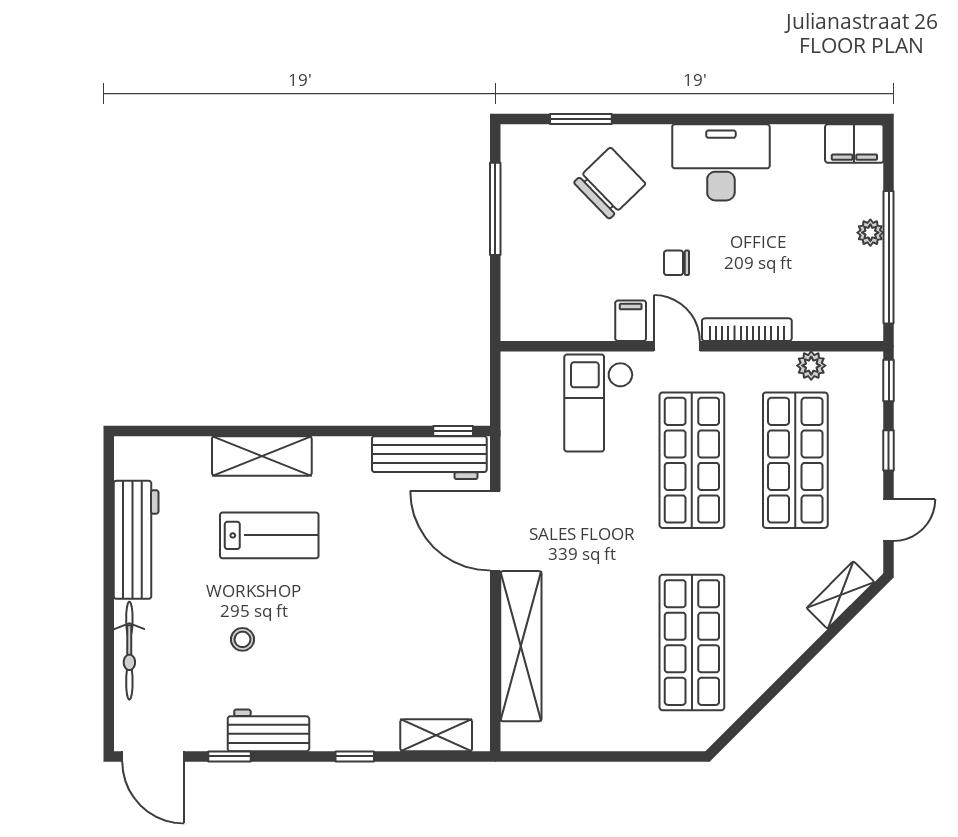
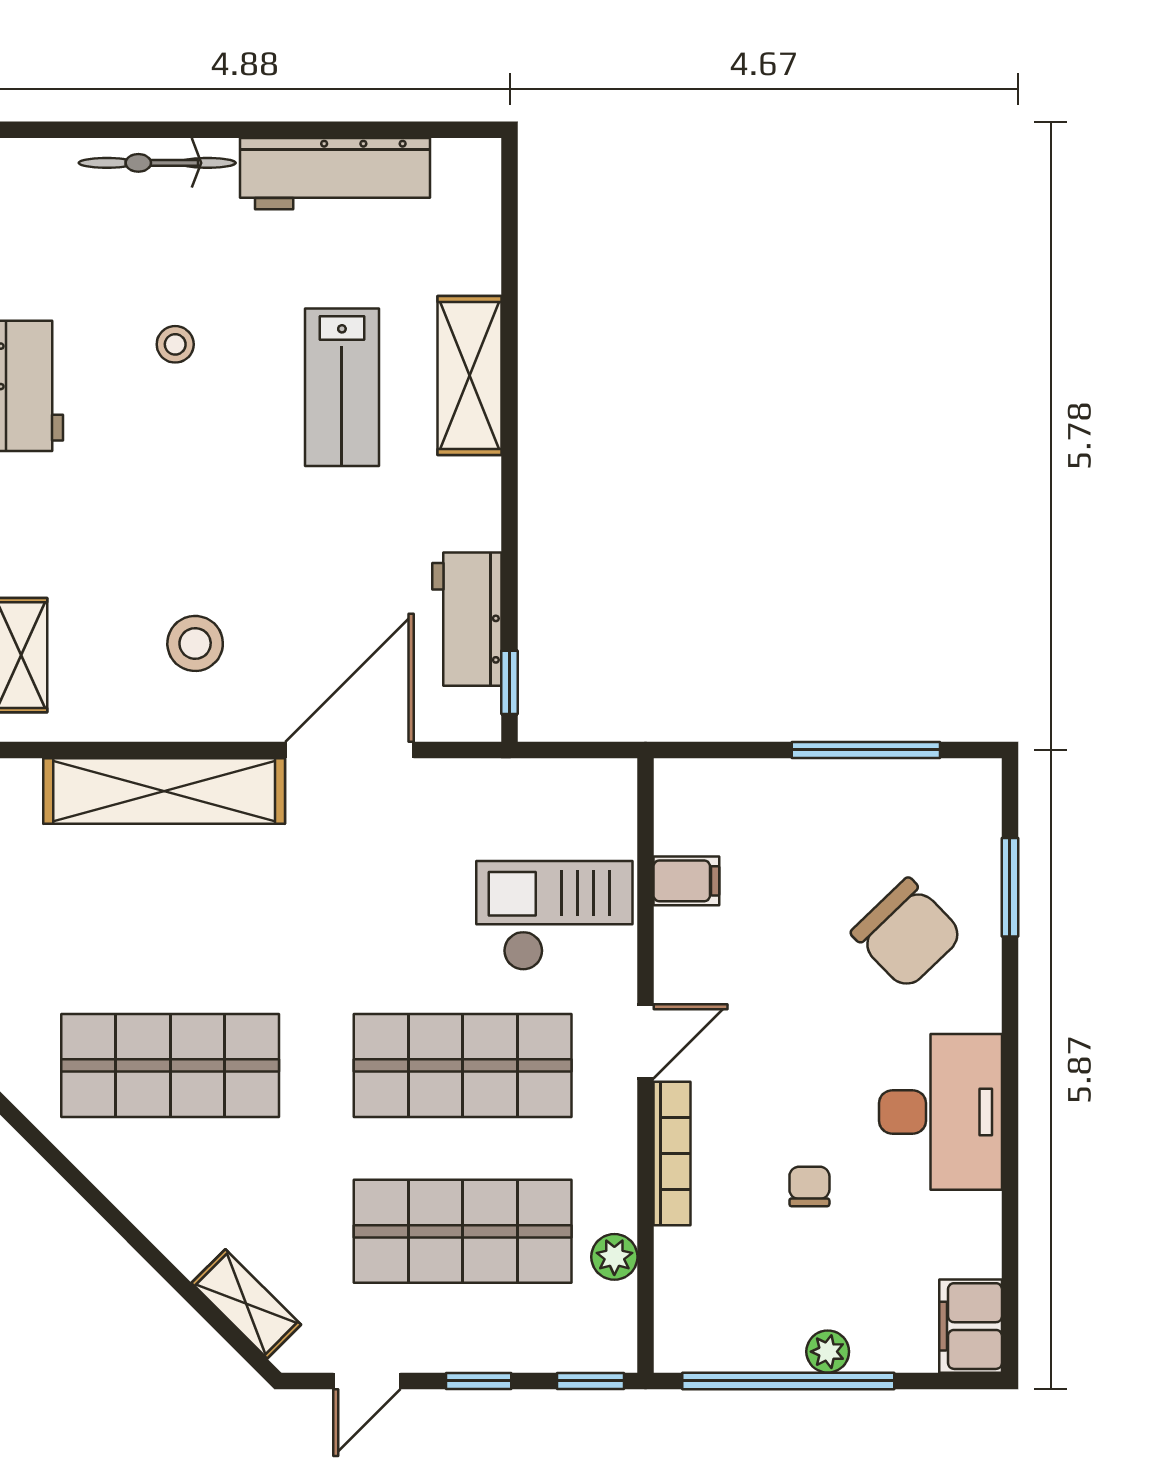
chair: (677, 263) -> (809, 1186), moved
filing cabinet: (631, 321) -> (686, 881), moved
workbench: (429, 458) -> (467, 619), width x0.73
door: (889, 520) -> (367, 1381), hinge flipped
stool: (429, 627) -> (195, 643), added

